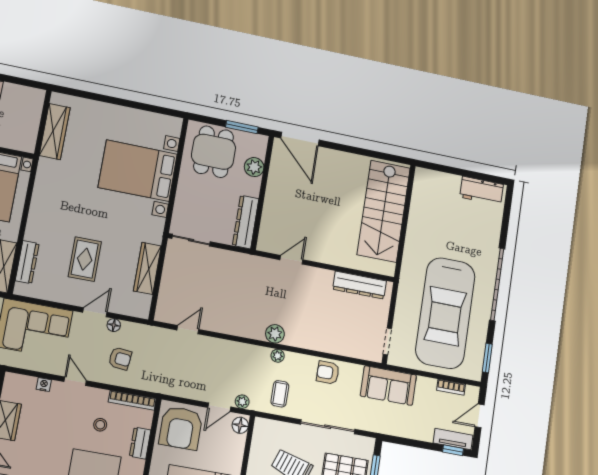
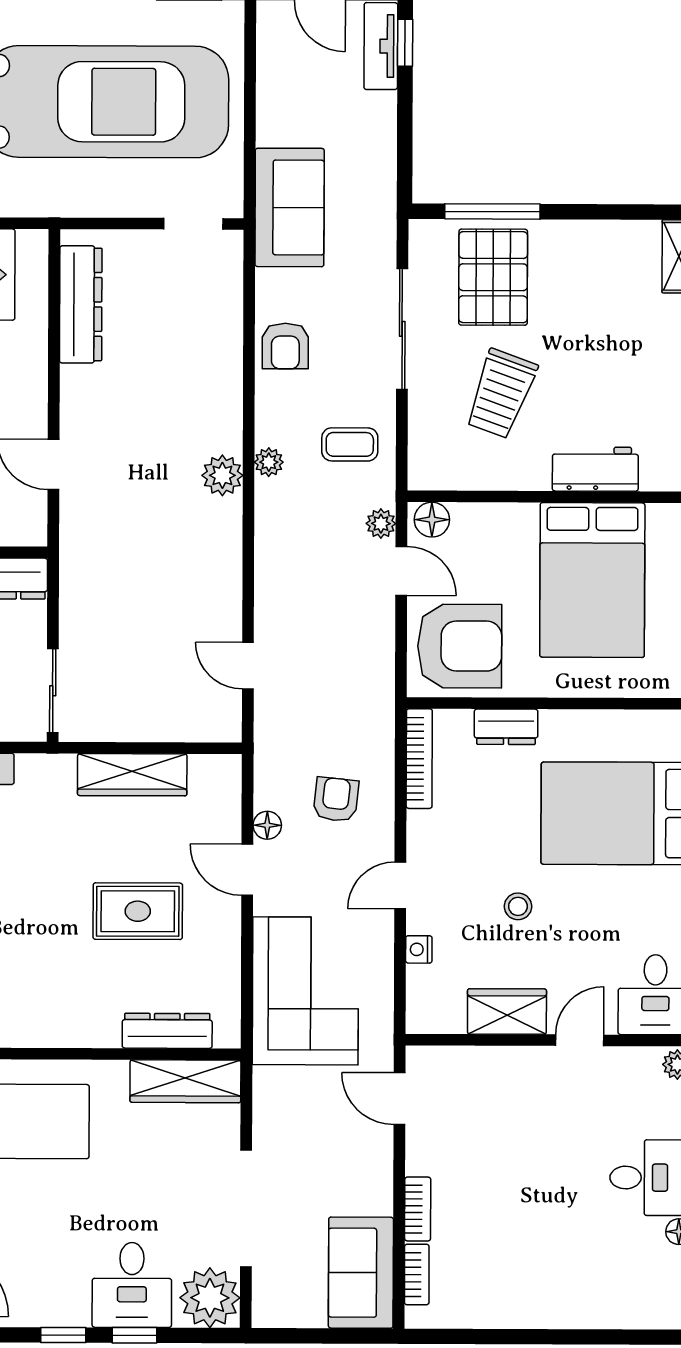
bookcase: (451, 387) -> (268, 66), removed
stool: (100, 425) -> (518, 906), moved

